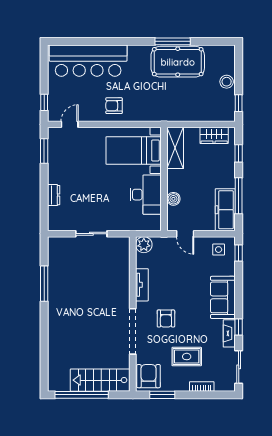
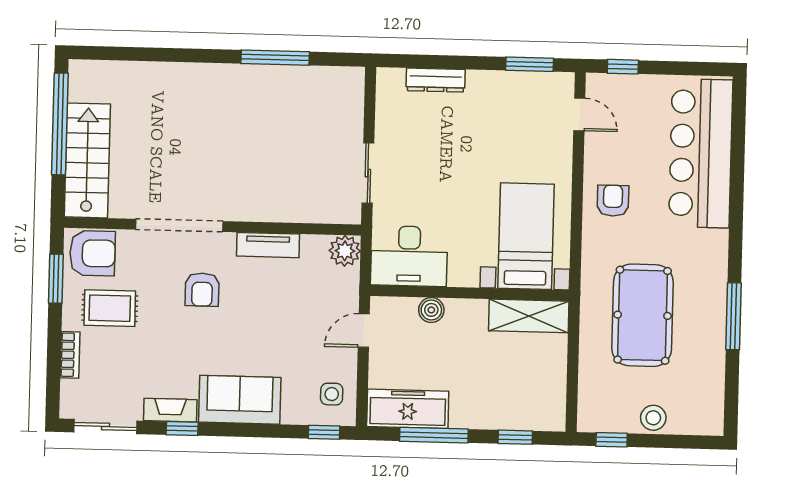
pool table: (178, 62) -> (643, 315), moved
wardrobe: (214, 135) -> (551, 391), removed
dresser: (54, 195) -> (436, 80), width x1.44
desk: (146, 195) -> (409, 256), moved
sliding door: (91, 234) -> (368, 173), moved
armchair: (166, 319) -> (202, 290), turned -90
rug: (187, 357) -> (110, 308), moved, turned 90

